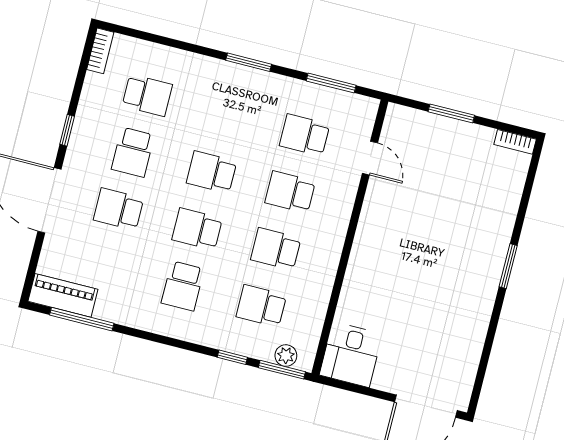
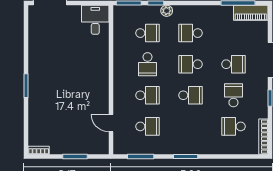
bookcase: (100, 51) -> (263, 137), width x1.56
school desk: (197, 229) -> (190, 64), turned 180
school desk: (276, 249) -> (148, 64), turned 90
school desk: (183, 286) -> (190, 33), turned -90
plant: (286, 356) -> (167, 11), moved

